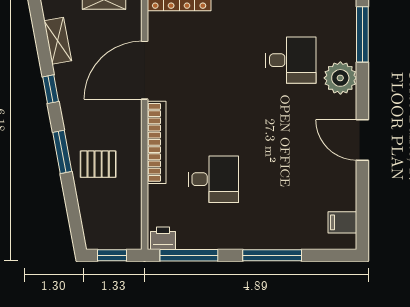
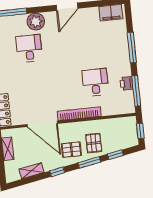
pallet: (90, 120) -> (71, 150), added
window: (72, 203) -> (115, 155), added
filing cabinet: (342, 222) -> (111, 13), width x2.00
printer: (163, 238) -> (126, 83), moved

